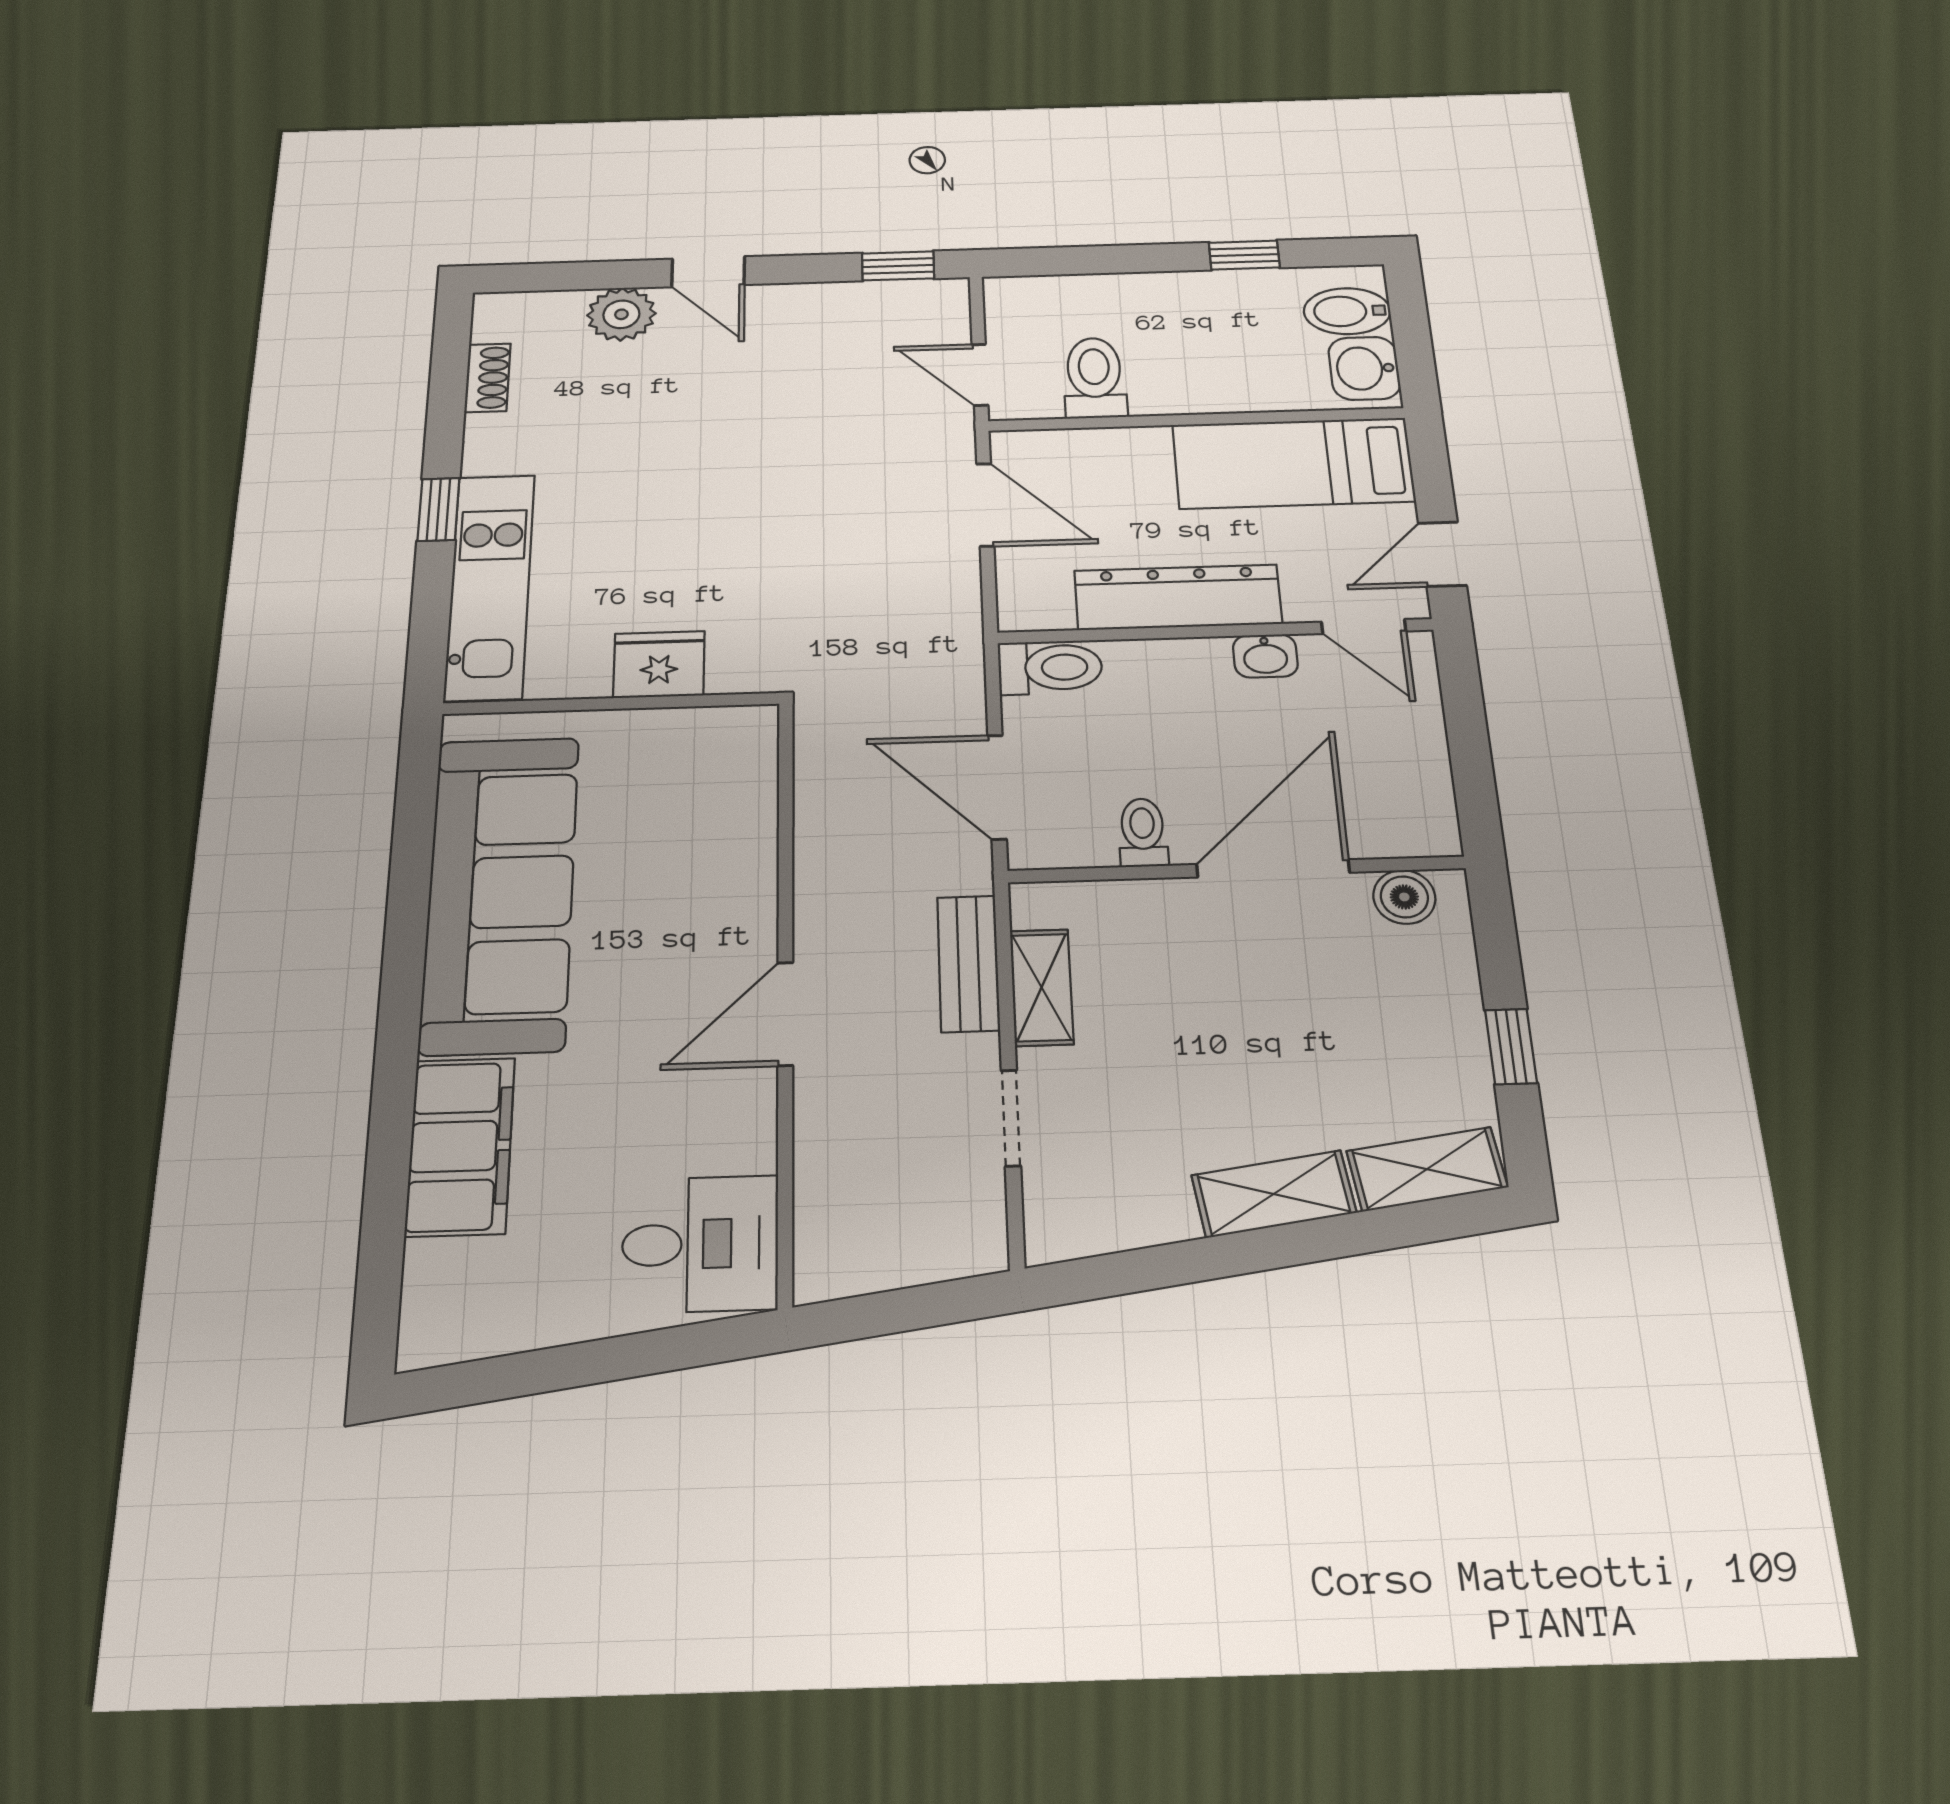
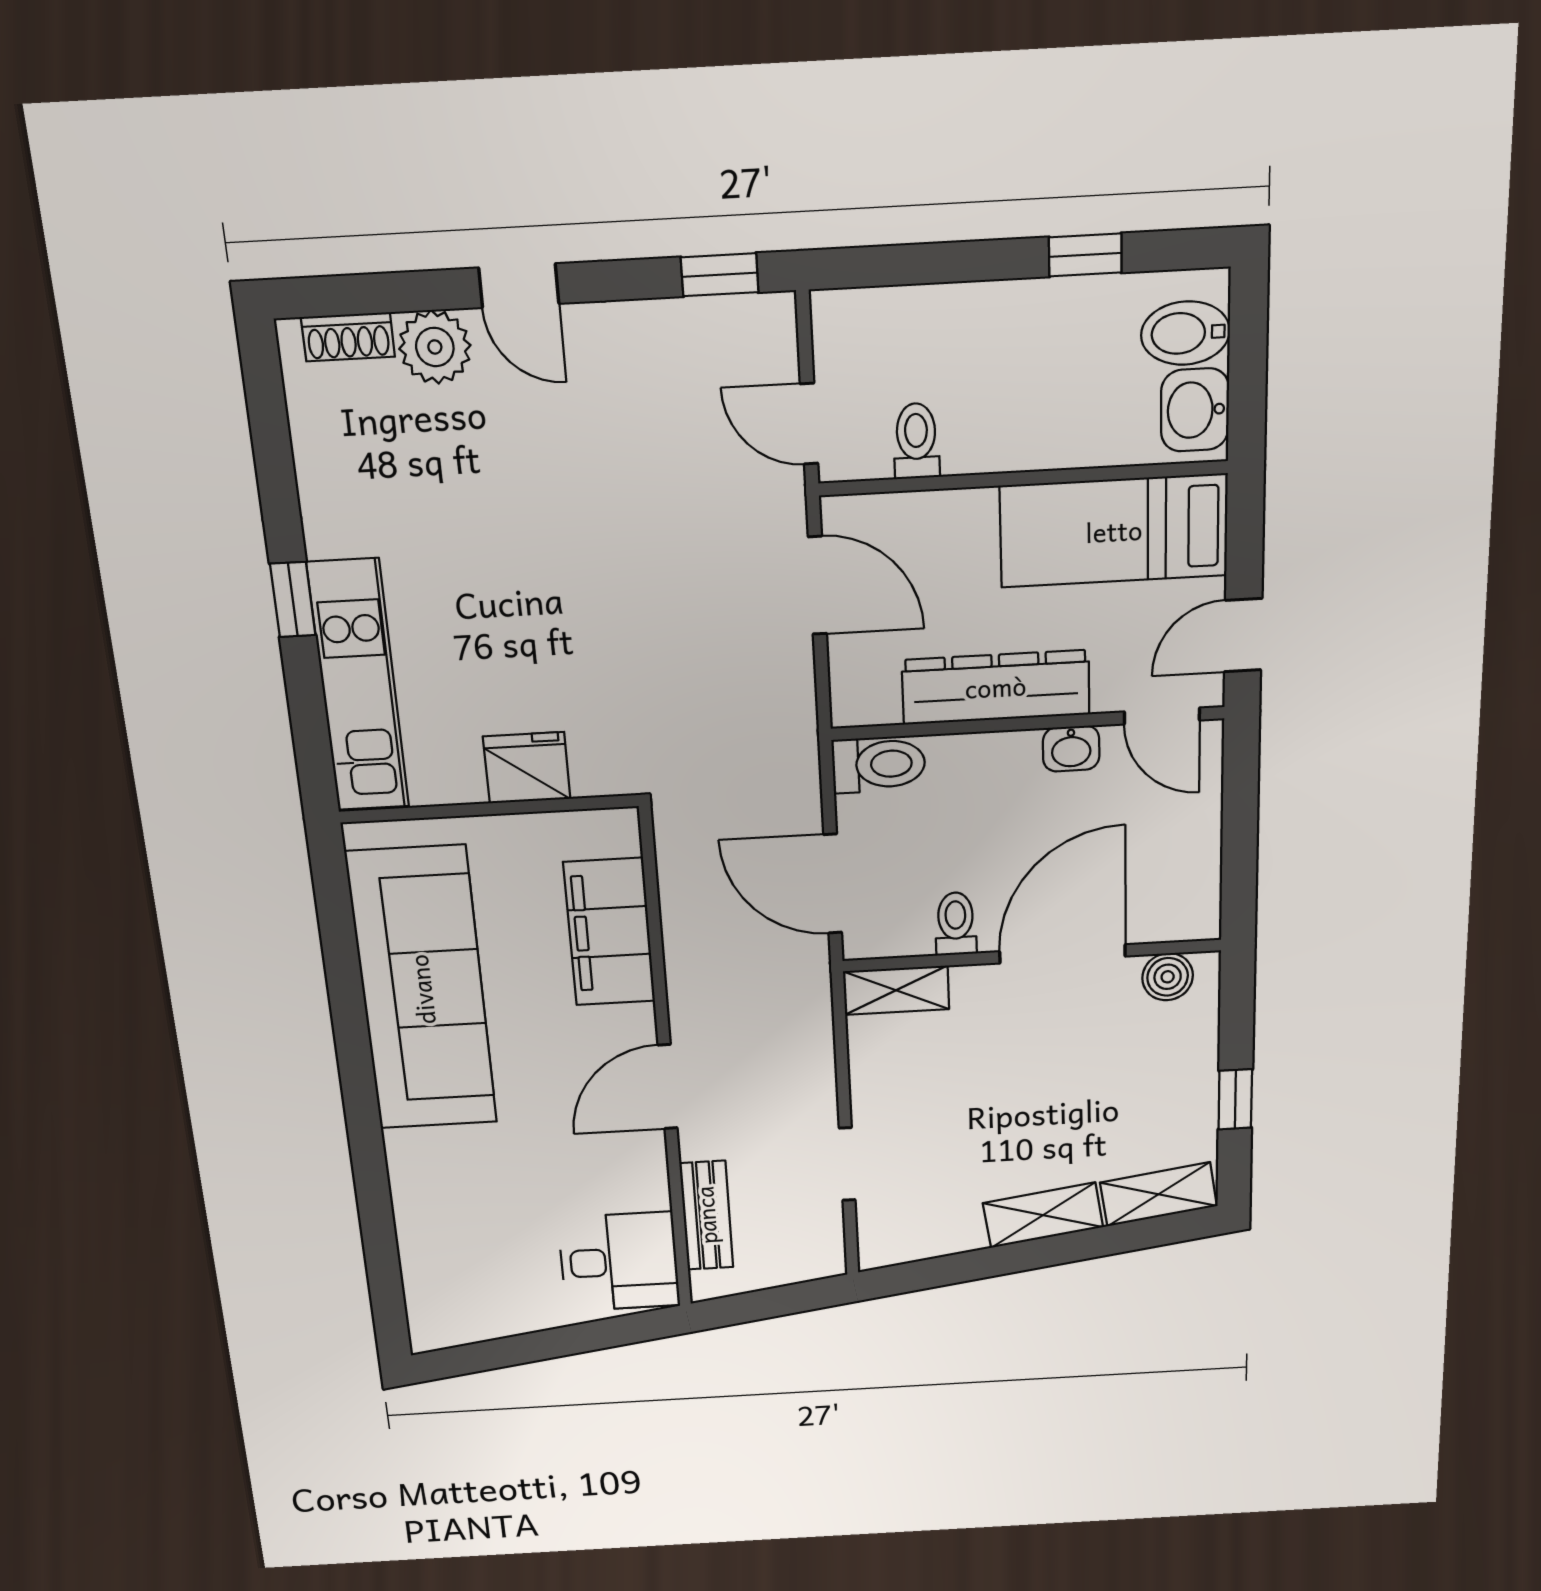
shoe rack: (488, 378) -> (348, 337), moved, turned 90
toilet: (1094, 378) -> (916, 441), width x0.73, depth x0.72
bench: (968, 963) -> (706, 1215), moved
shelving: (1042, 987) -> (896, 990), moved, turned 90
filing cabinet: (460, 1146) -> (609, 932), moved, turned 180

